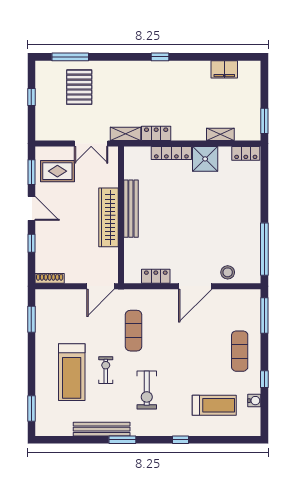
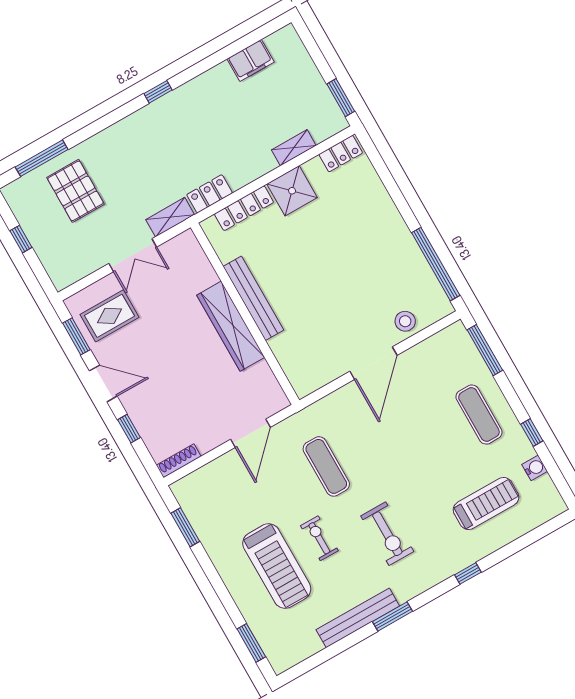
bench: (131, 209) -> (253, 298), moved
wall: (121, 215) -> (245, 314), moved
wardrobe: (109, 217) -> (231, 326), moved
locker: (156, 276) -> (315, 379), removed

